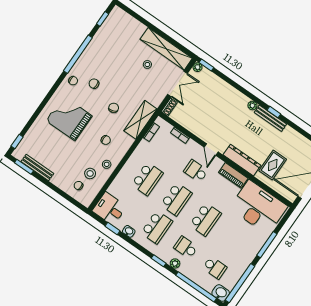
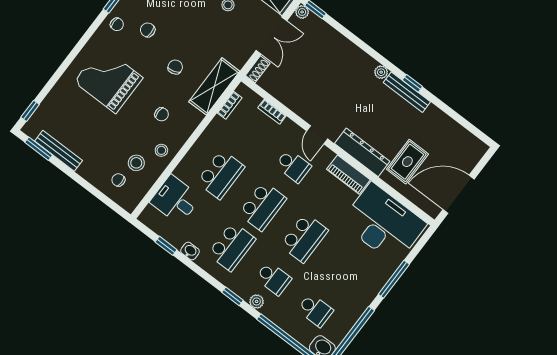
school desk: (196, 171) -> (293, 166), turned 180
desk: (109, 209) -> (175, 200), moved
school desk: (186, 247) -> (273, 278), turned 180

